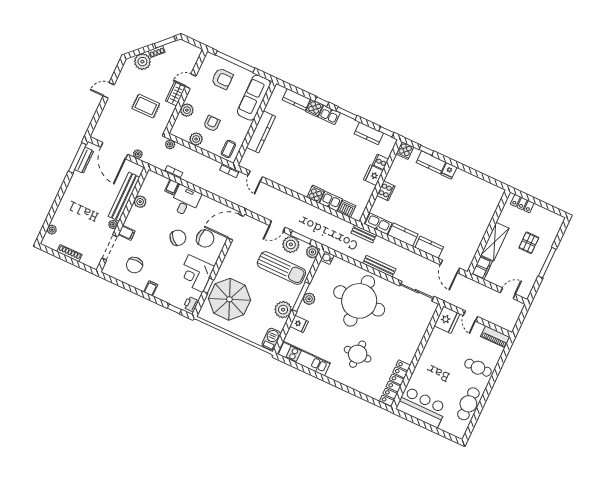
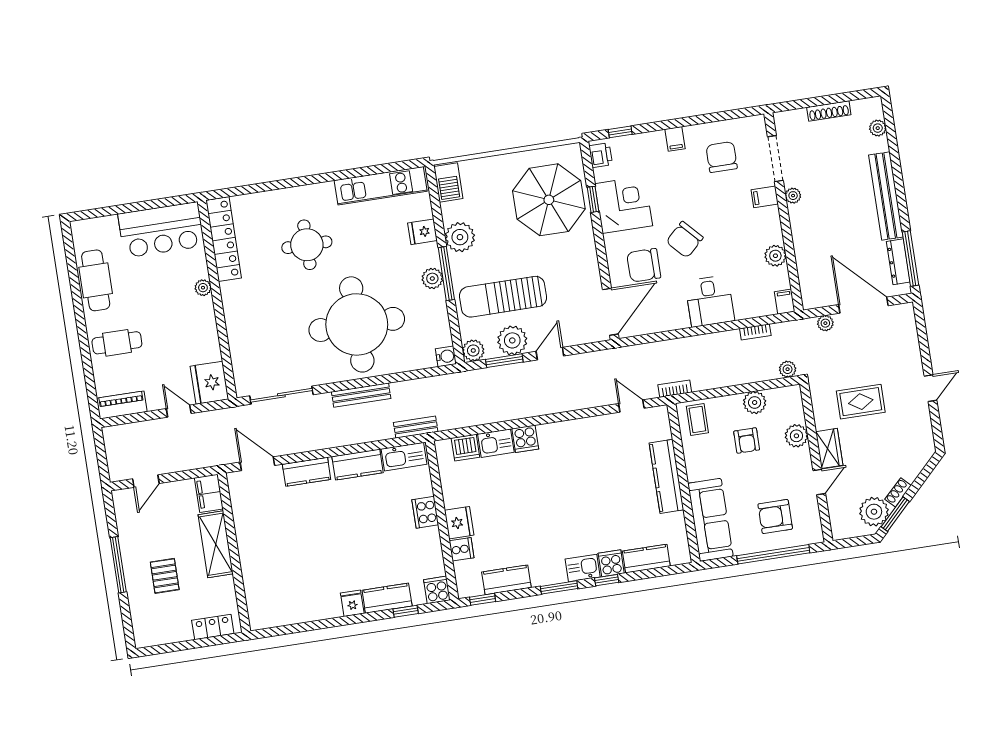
plant: (142, 62) -> (874, 512), moved
filing cabinet: (172, 187) -> (785, 302), moved
bench: (124, 197) -> (886, 196), moved
plant: (420, 367) -> (203, 288), added

